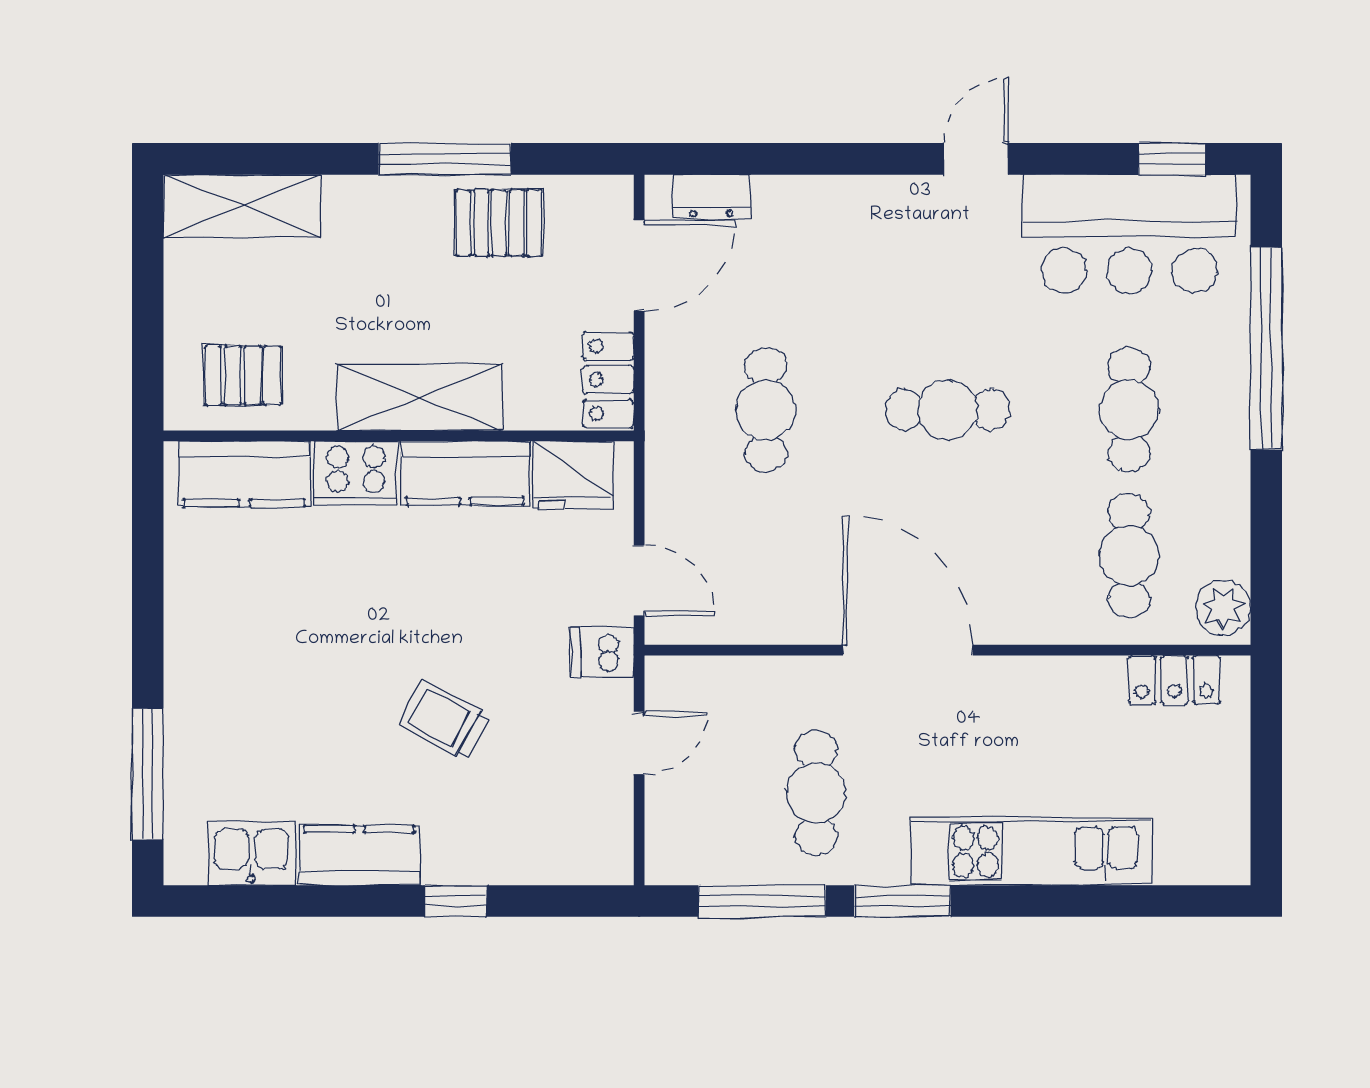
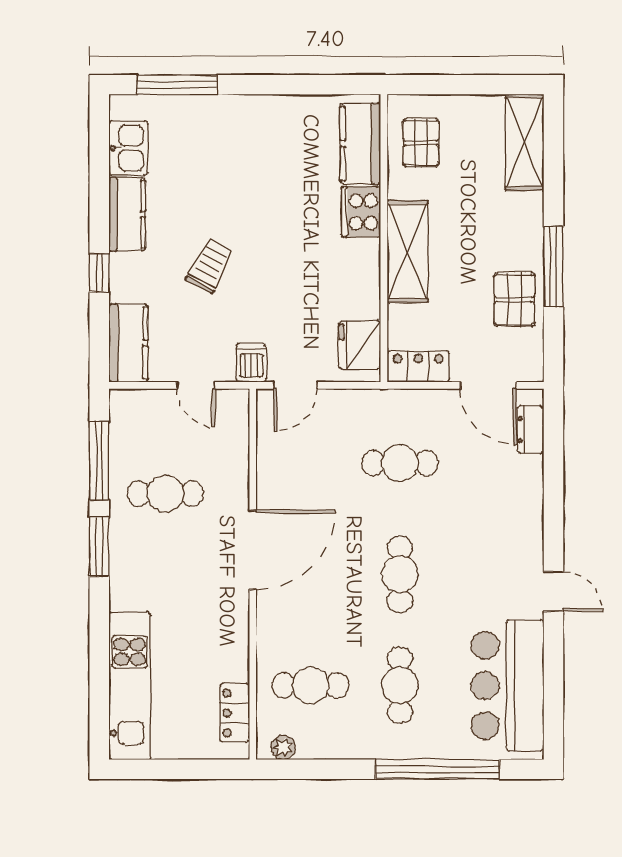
window: (1172, 159) -> (553, 711), removed
cafe table: (1129, 410) -> (400, 685), turned 90
kitchen counter: (465, 473) -> (128, 343), moved, turned 180
plant: (1223, 608) -> (283, 747), width x0.73, depth x0.73
kitchen unit: (1031, 851) -> (130, 686), moved

